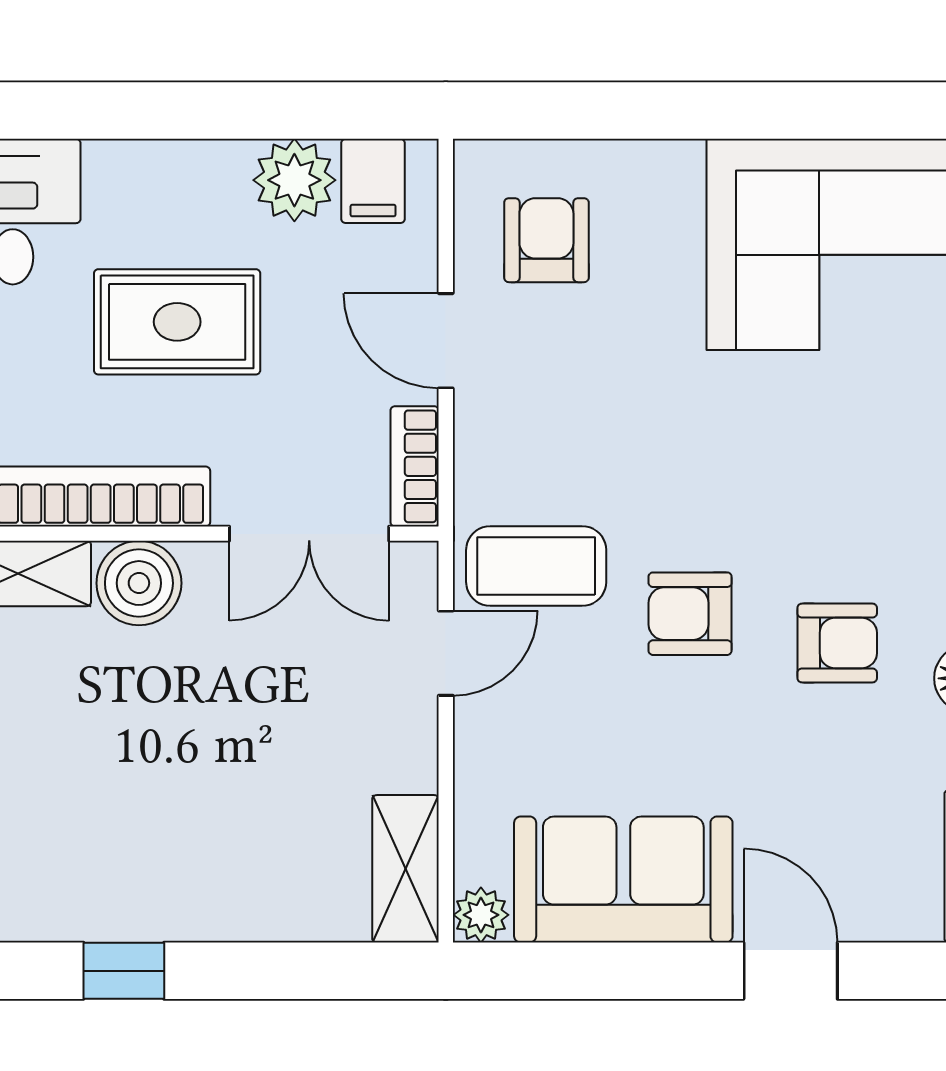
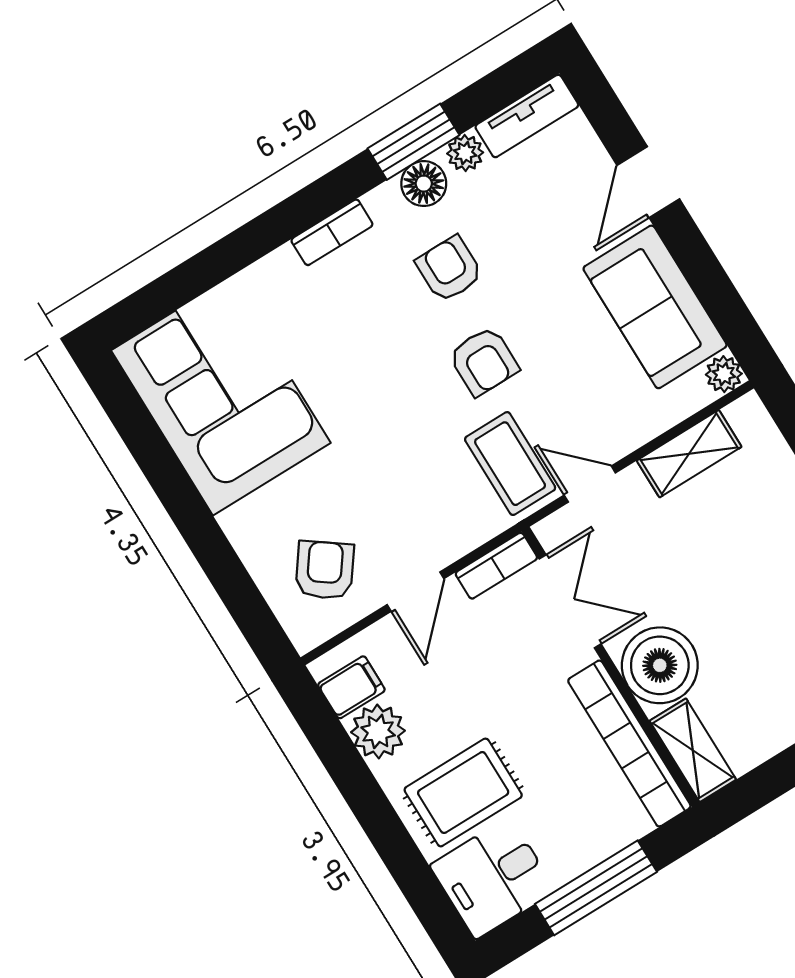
armchair: (546, 240) -> (325, 570), turned 126
rug: (177, 322) -> (463, 792), moved, turned 90
boiler: (139, 583) -> (660, 665), width x1.37, depth x1.37
shelving: (405, 869) -> (689, 454), moved

